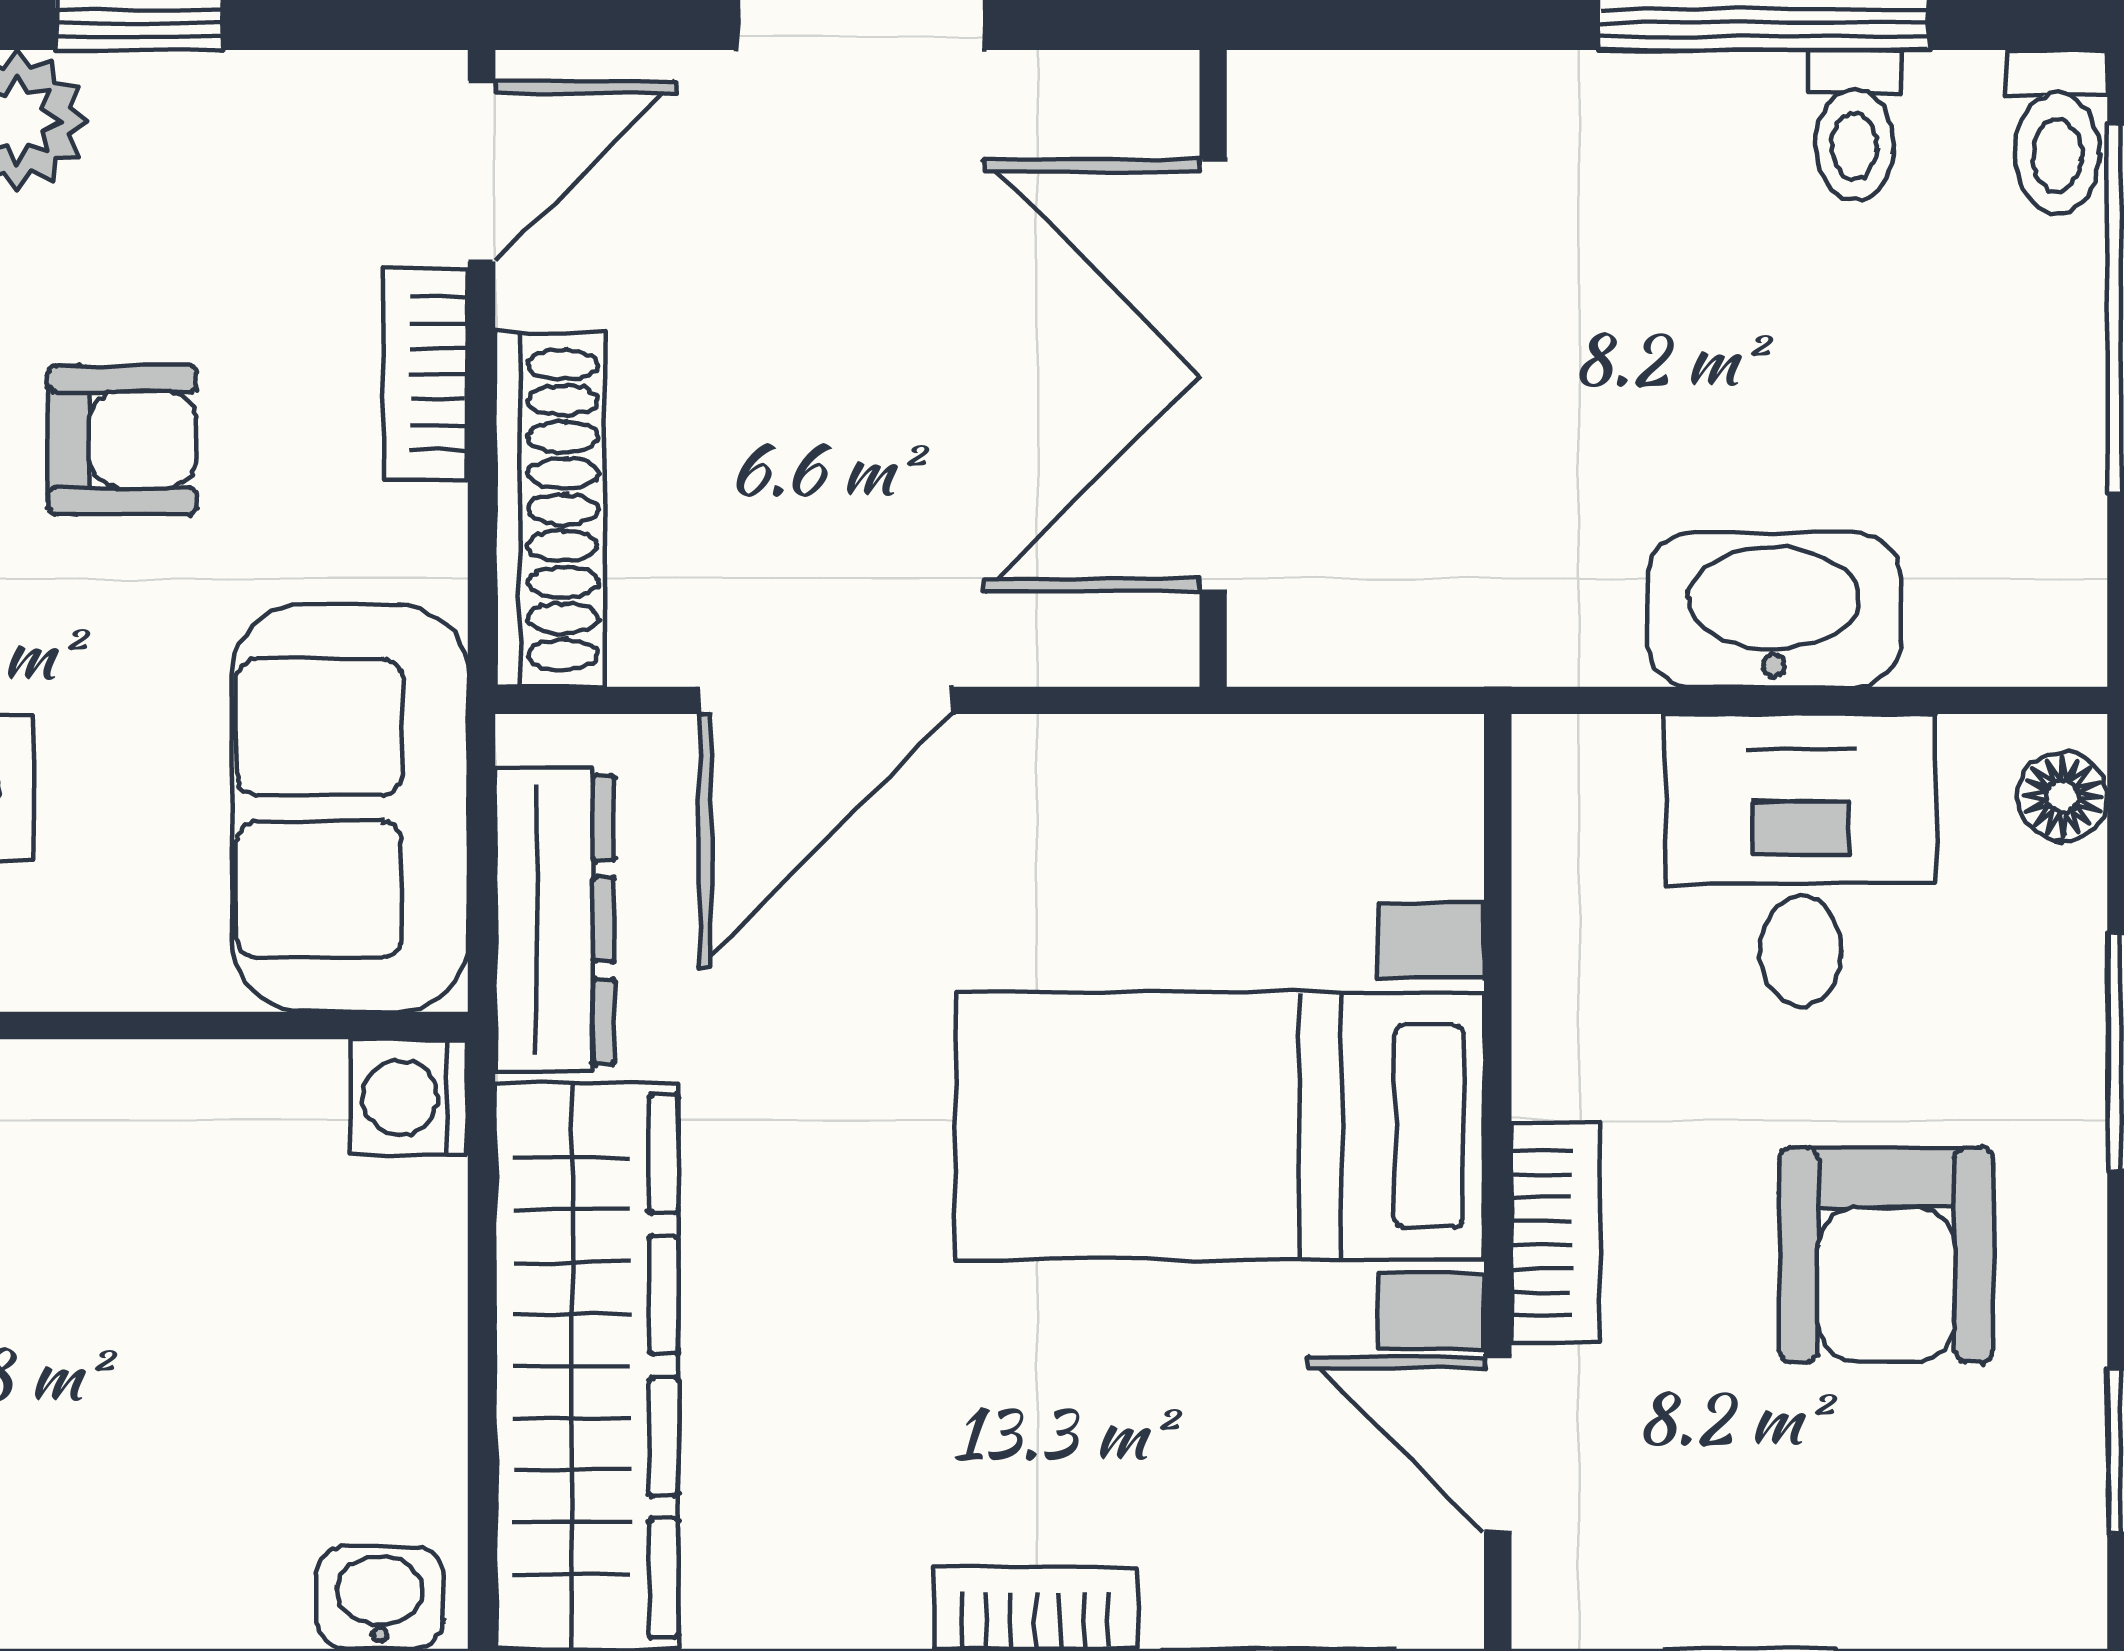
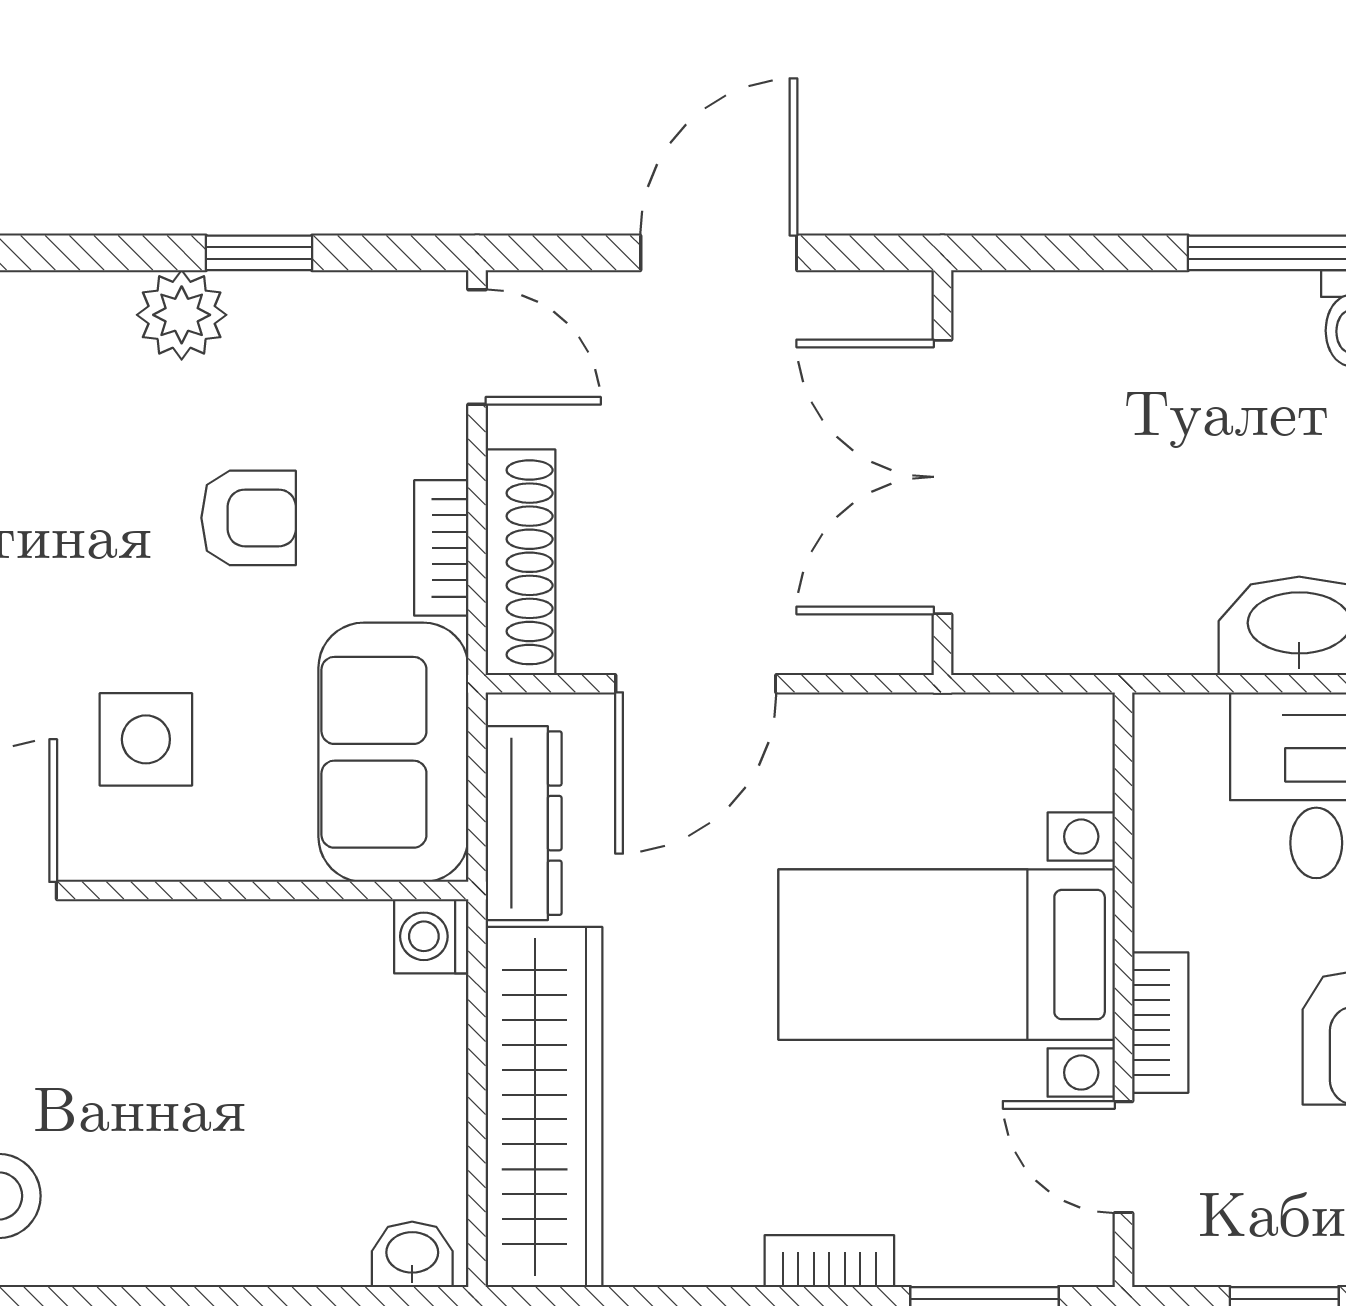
door: (482, 171) -> (477, 347), hinge flipped
bookcase: (425, 374) -> (441, 548), moved

